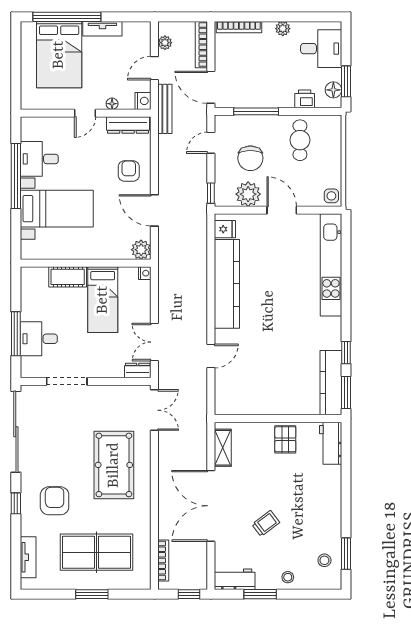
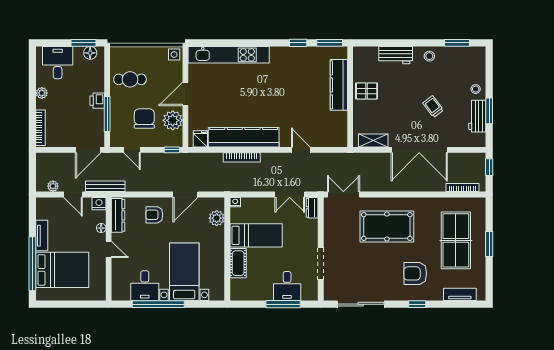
bookcase: (201, 45) -> (242, 157), moved
printer: (305, 99) -> (97, 101), moved
chair: (250, 158) -> (144, 119), turned -90
plant: (141, 250) -> (217, 218), moved
kitchen counter: (331, 383) -> (339, 85), moved, turned 90
sliding door: (16, 432) -> (361, 304), width x0.73
workbench: (331, 443) -> (396, 55), moved
stool: (324, 560) -> (429, 56), moved
workbench: (235, 579) -> (477, 116), moved

